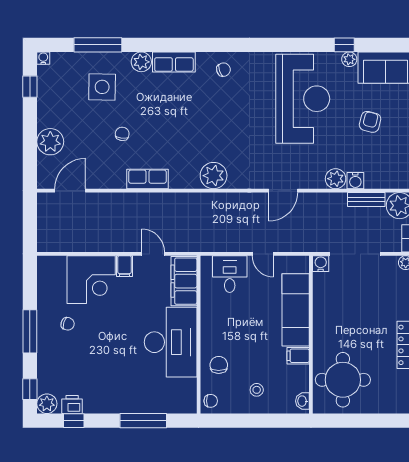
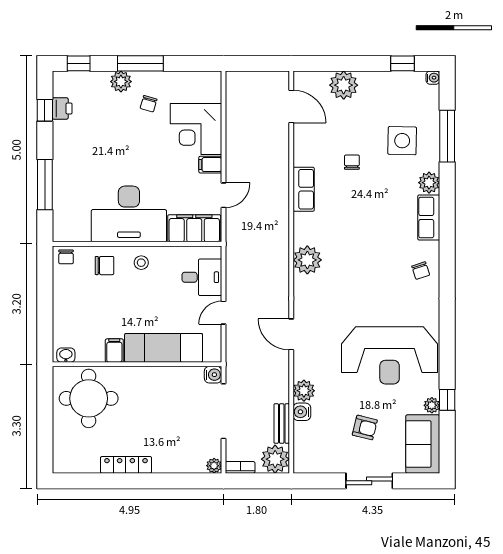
chair: (122, 134) -> (352, 162), turned -97
stool: (257, 390) -> (141, 263), moved
plant: (47, 404) -> (121, 82), moved

